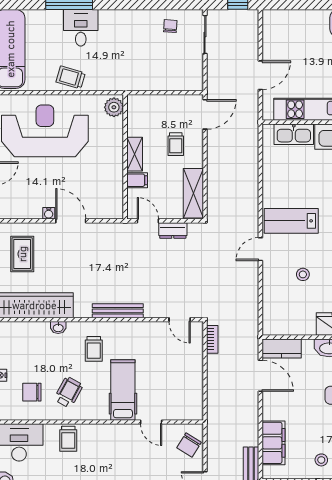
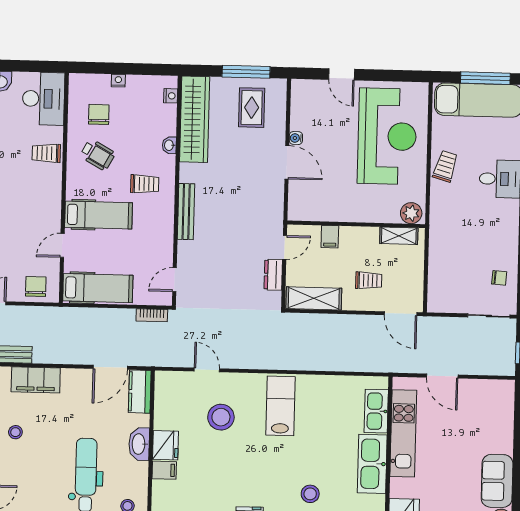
trolley: (176, 144) -> (369, 280), turned 180
shelving: (135, 154) -> (399, 236), moved
door: (71, 221) -> (287, 162), hinge flipped
door: (260, 249) -> (207, 370), moved
rug: (22, 254) -> (252, 108), turned 90
stool: (303, 274) -> (221, 417), width x1.89, depth x1.89
nightstand: (13, 328) -> (171, 96), added
trolley: (94, 349) -> (145, 184), turned 180
hospital bed: (189, 389) -> (98, 288), added
chair: (189, 445) -> (36, 286), turned 58

